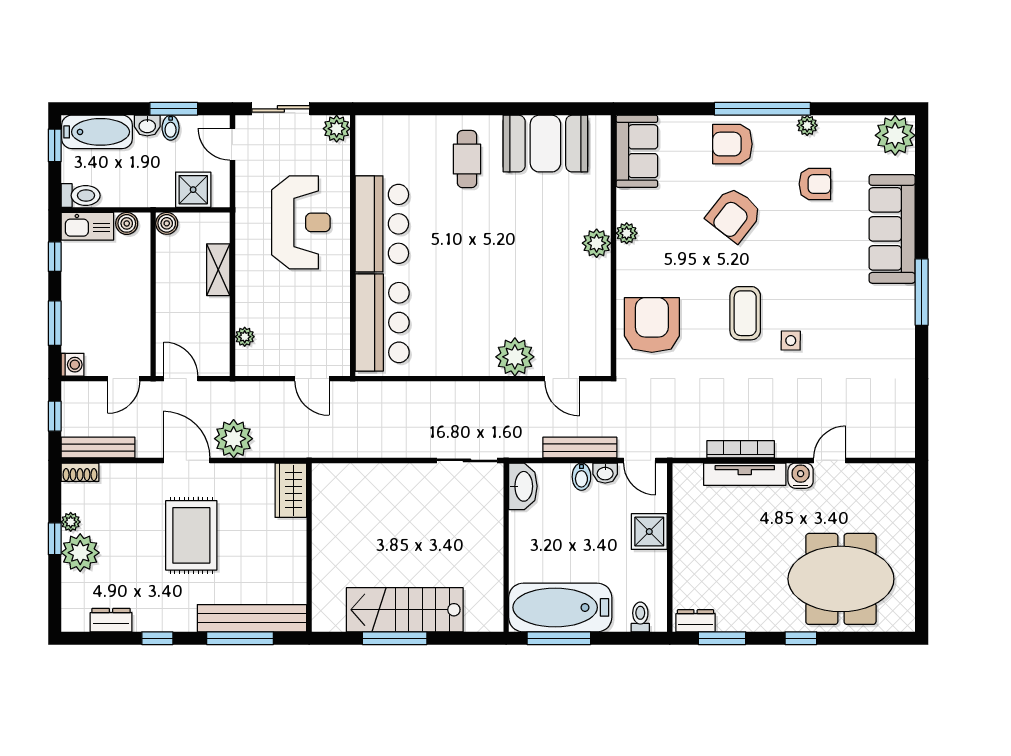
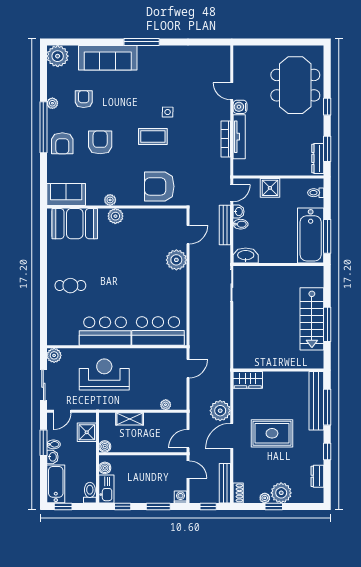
booth: (545, 144) -> (75, 224), moved, turned 90
armchair: (734, 215) -> (100, 142), turned -128
dresser: (696, 621) -> (318, 158), width x1.44

